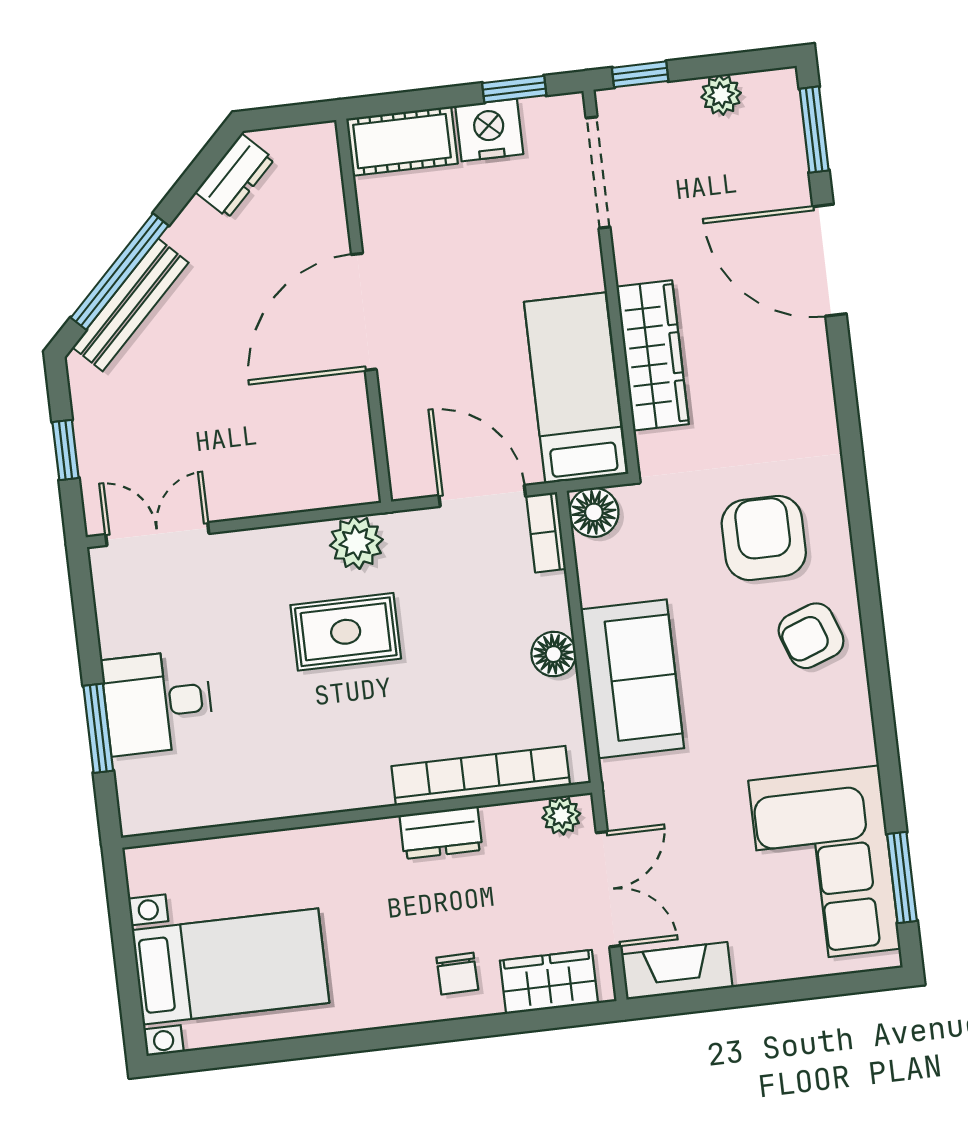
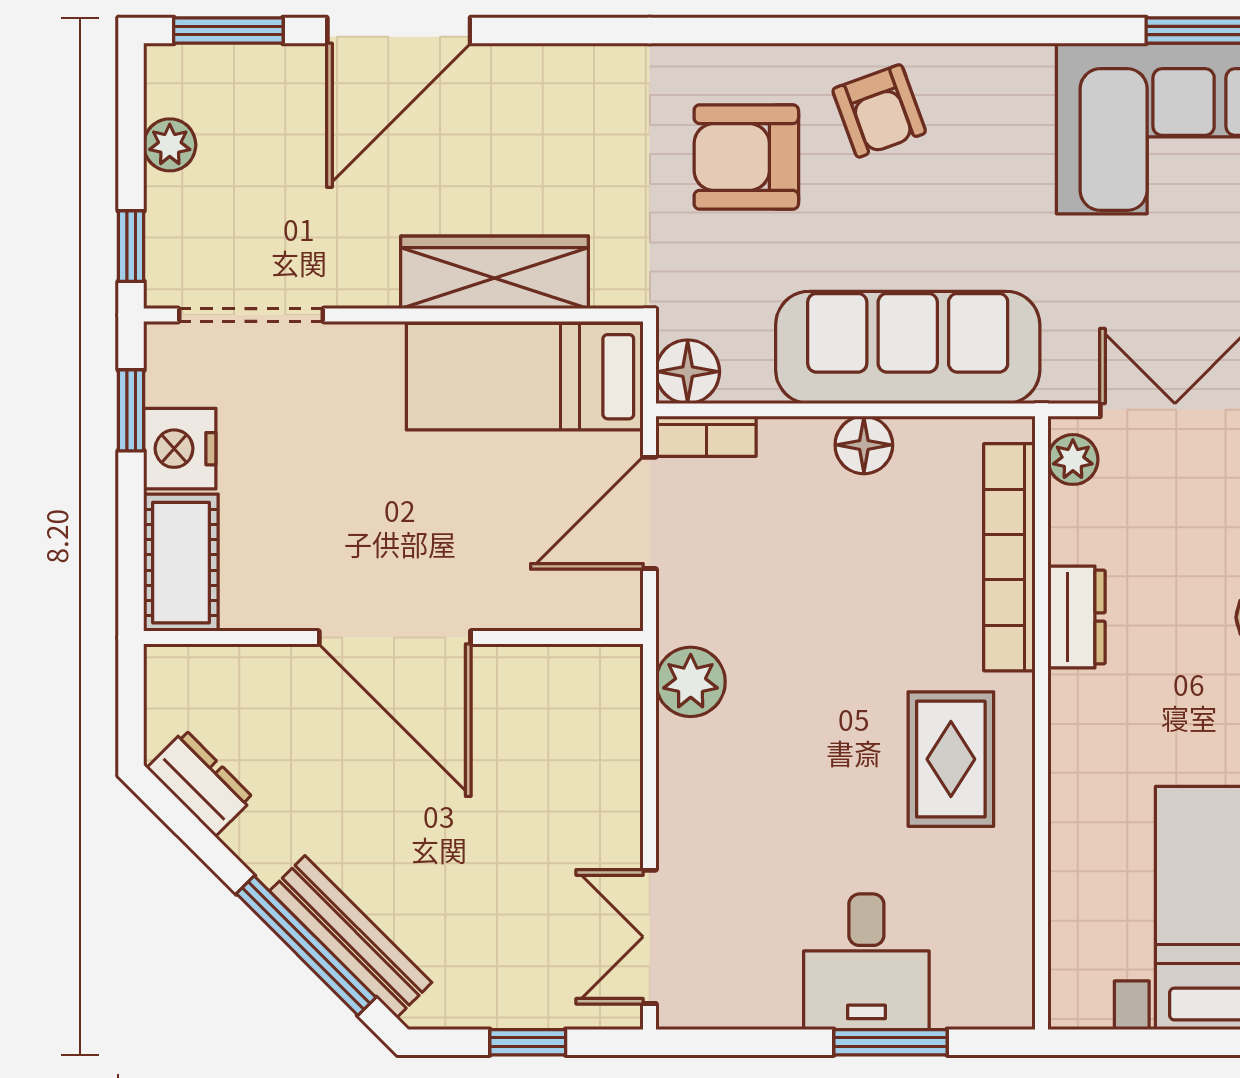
rug: (346, 632) -> (951, 759), moved
sofa: (632, 679) -> (908, 347), width x1.36

